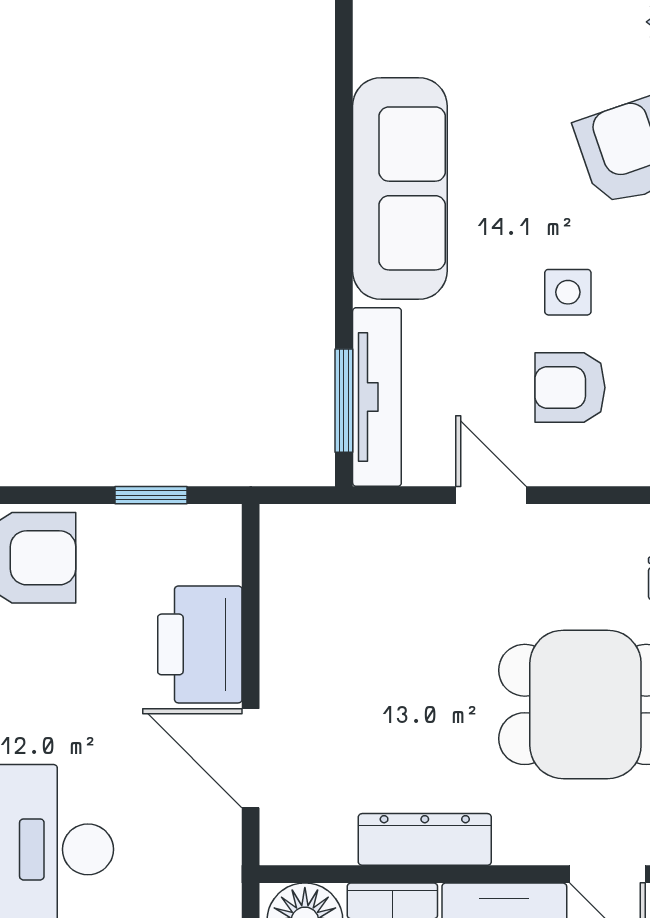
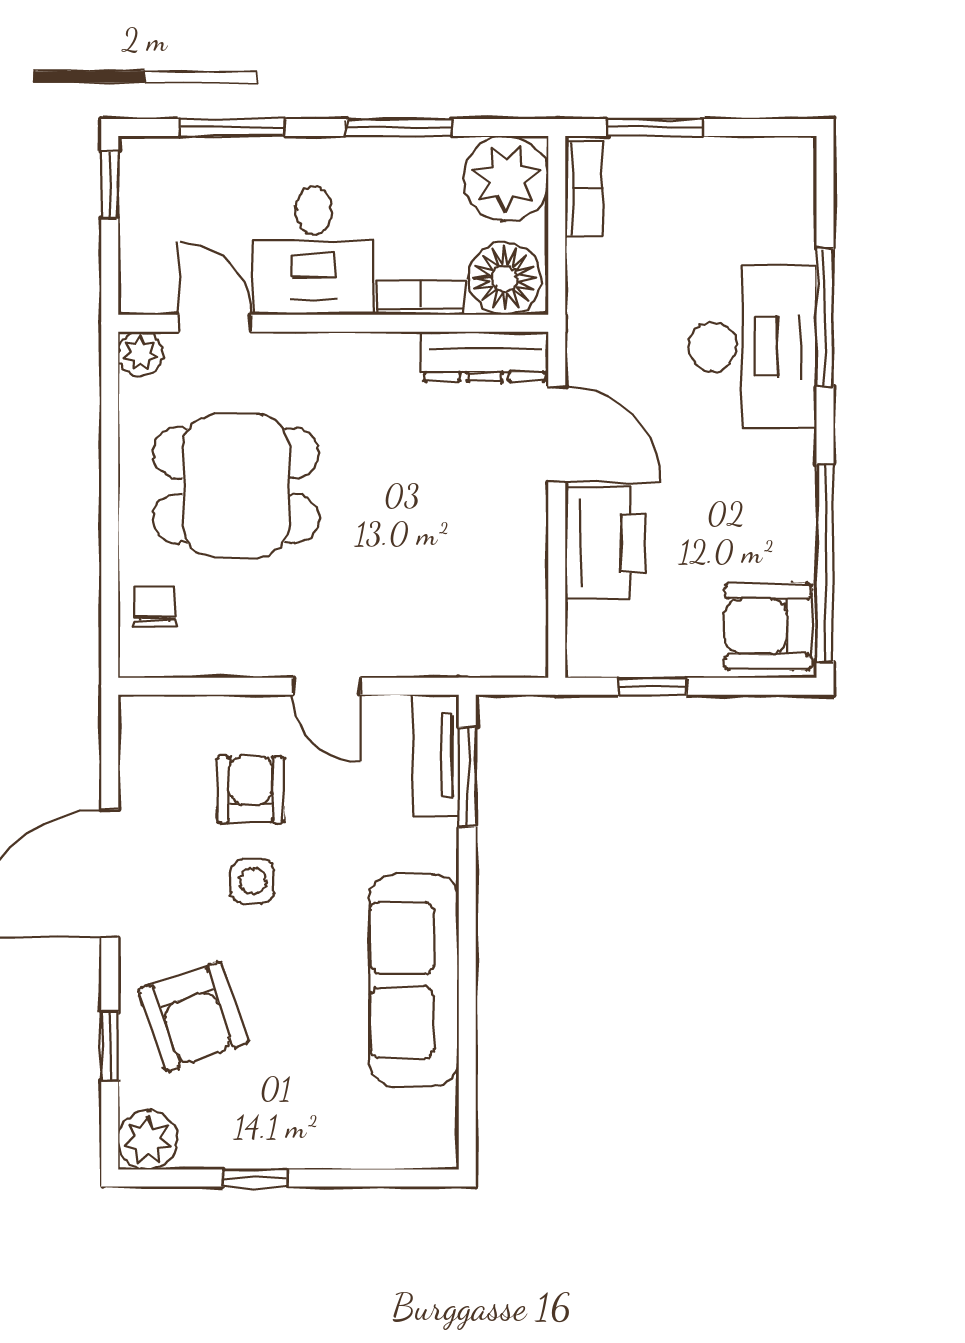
armchair: (570, 388) -> (251, 790), turned -90
tv unit: (377, 397) -> (436, 756), width x0.71
dresser: (425, 839) -> (485, 356), moved

